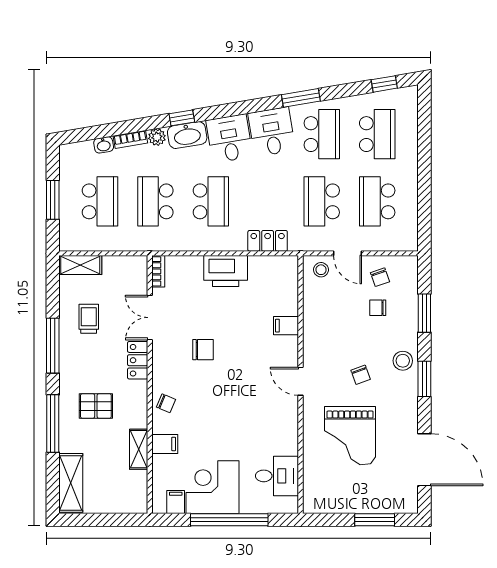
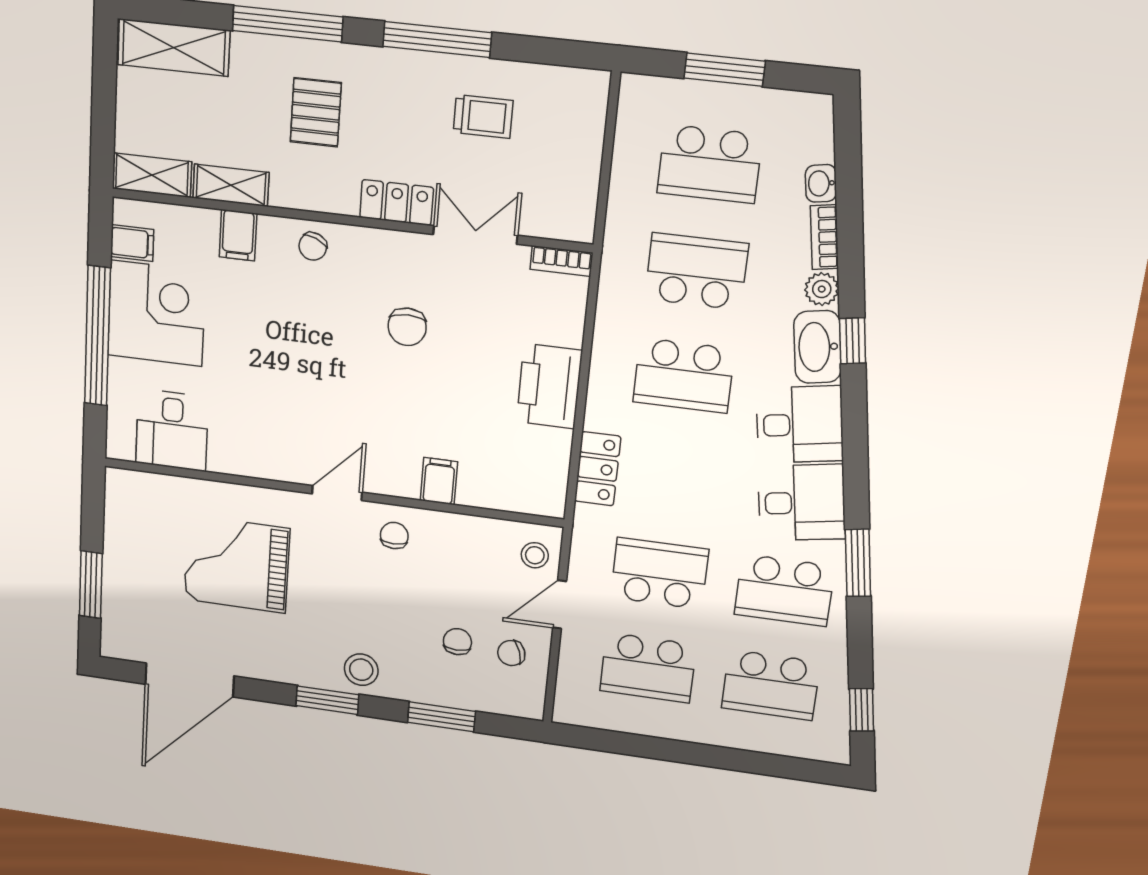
school desk: (377, 201) -> (648, 668), turned 180
shelving: (80, 265) -> (152, 175), moved, turned 90
chair: (361, 375) -> (394, 536), moved, turned 110

